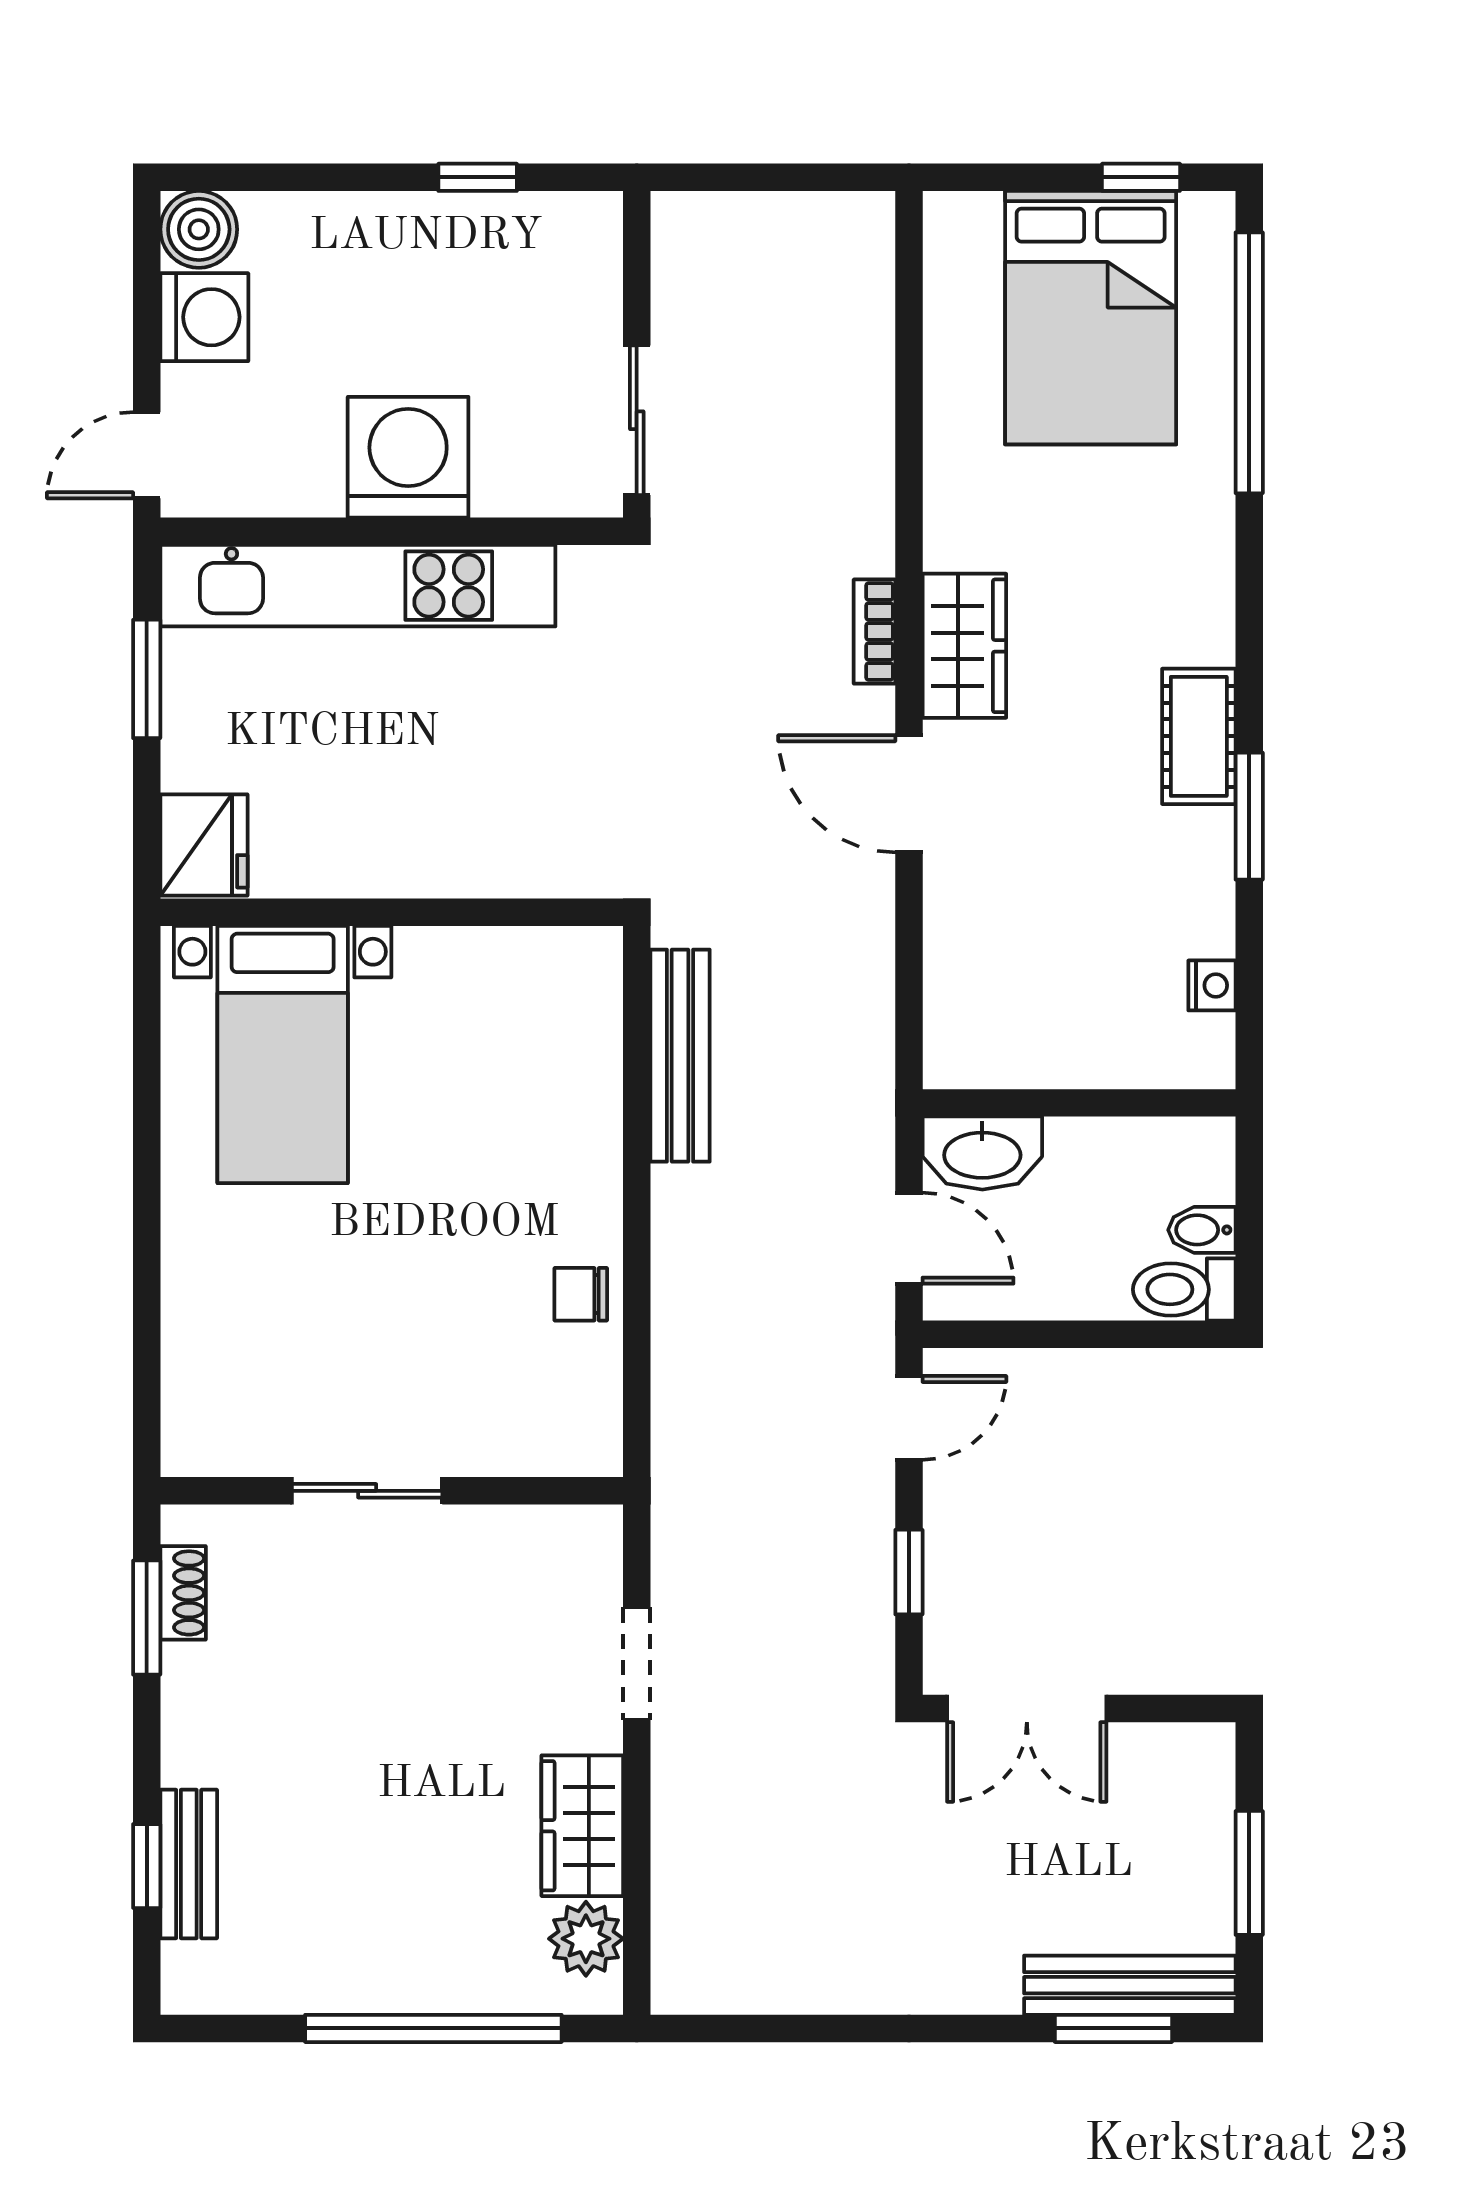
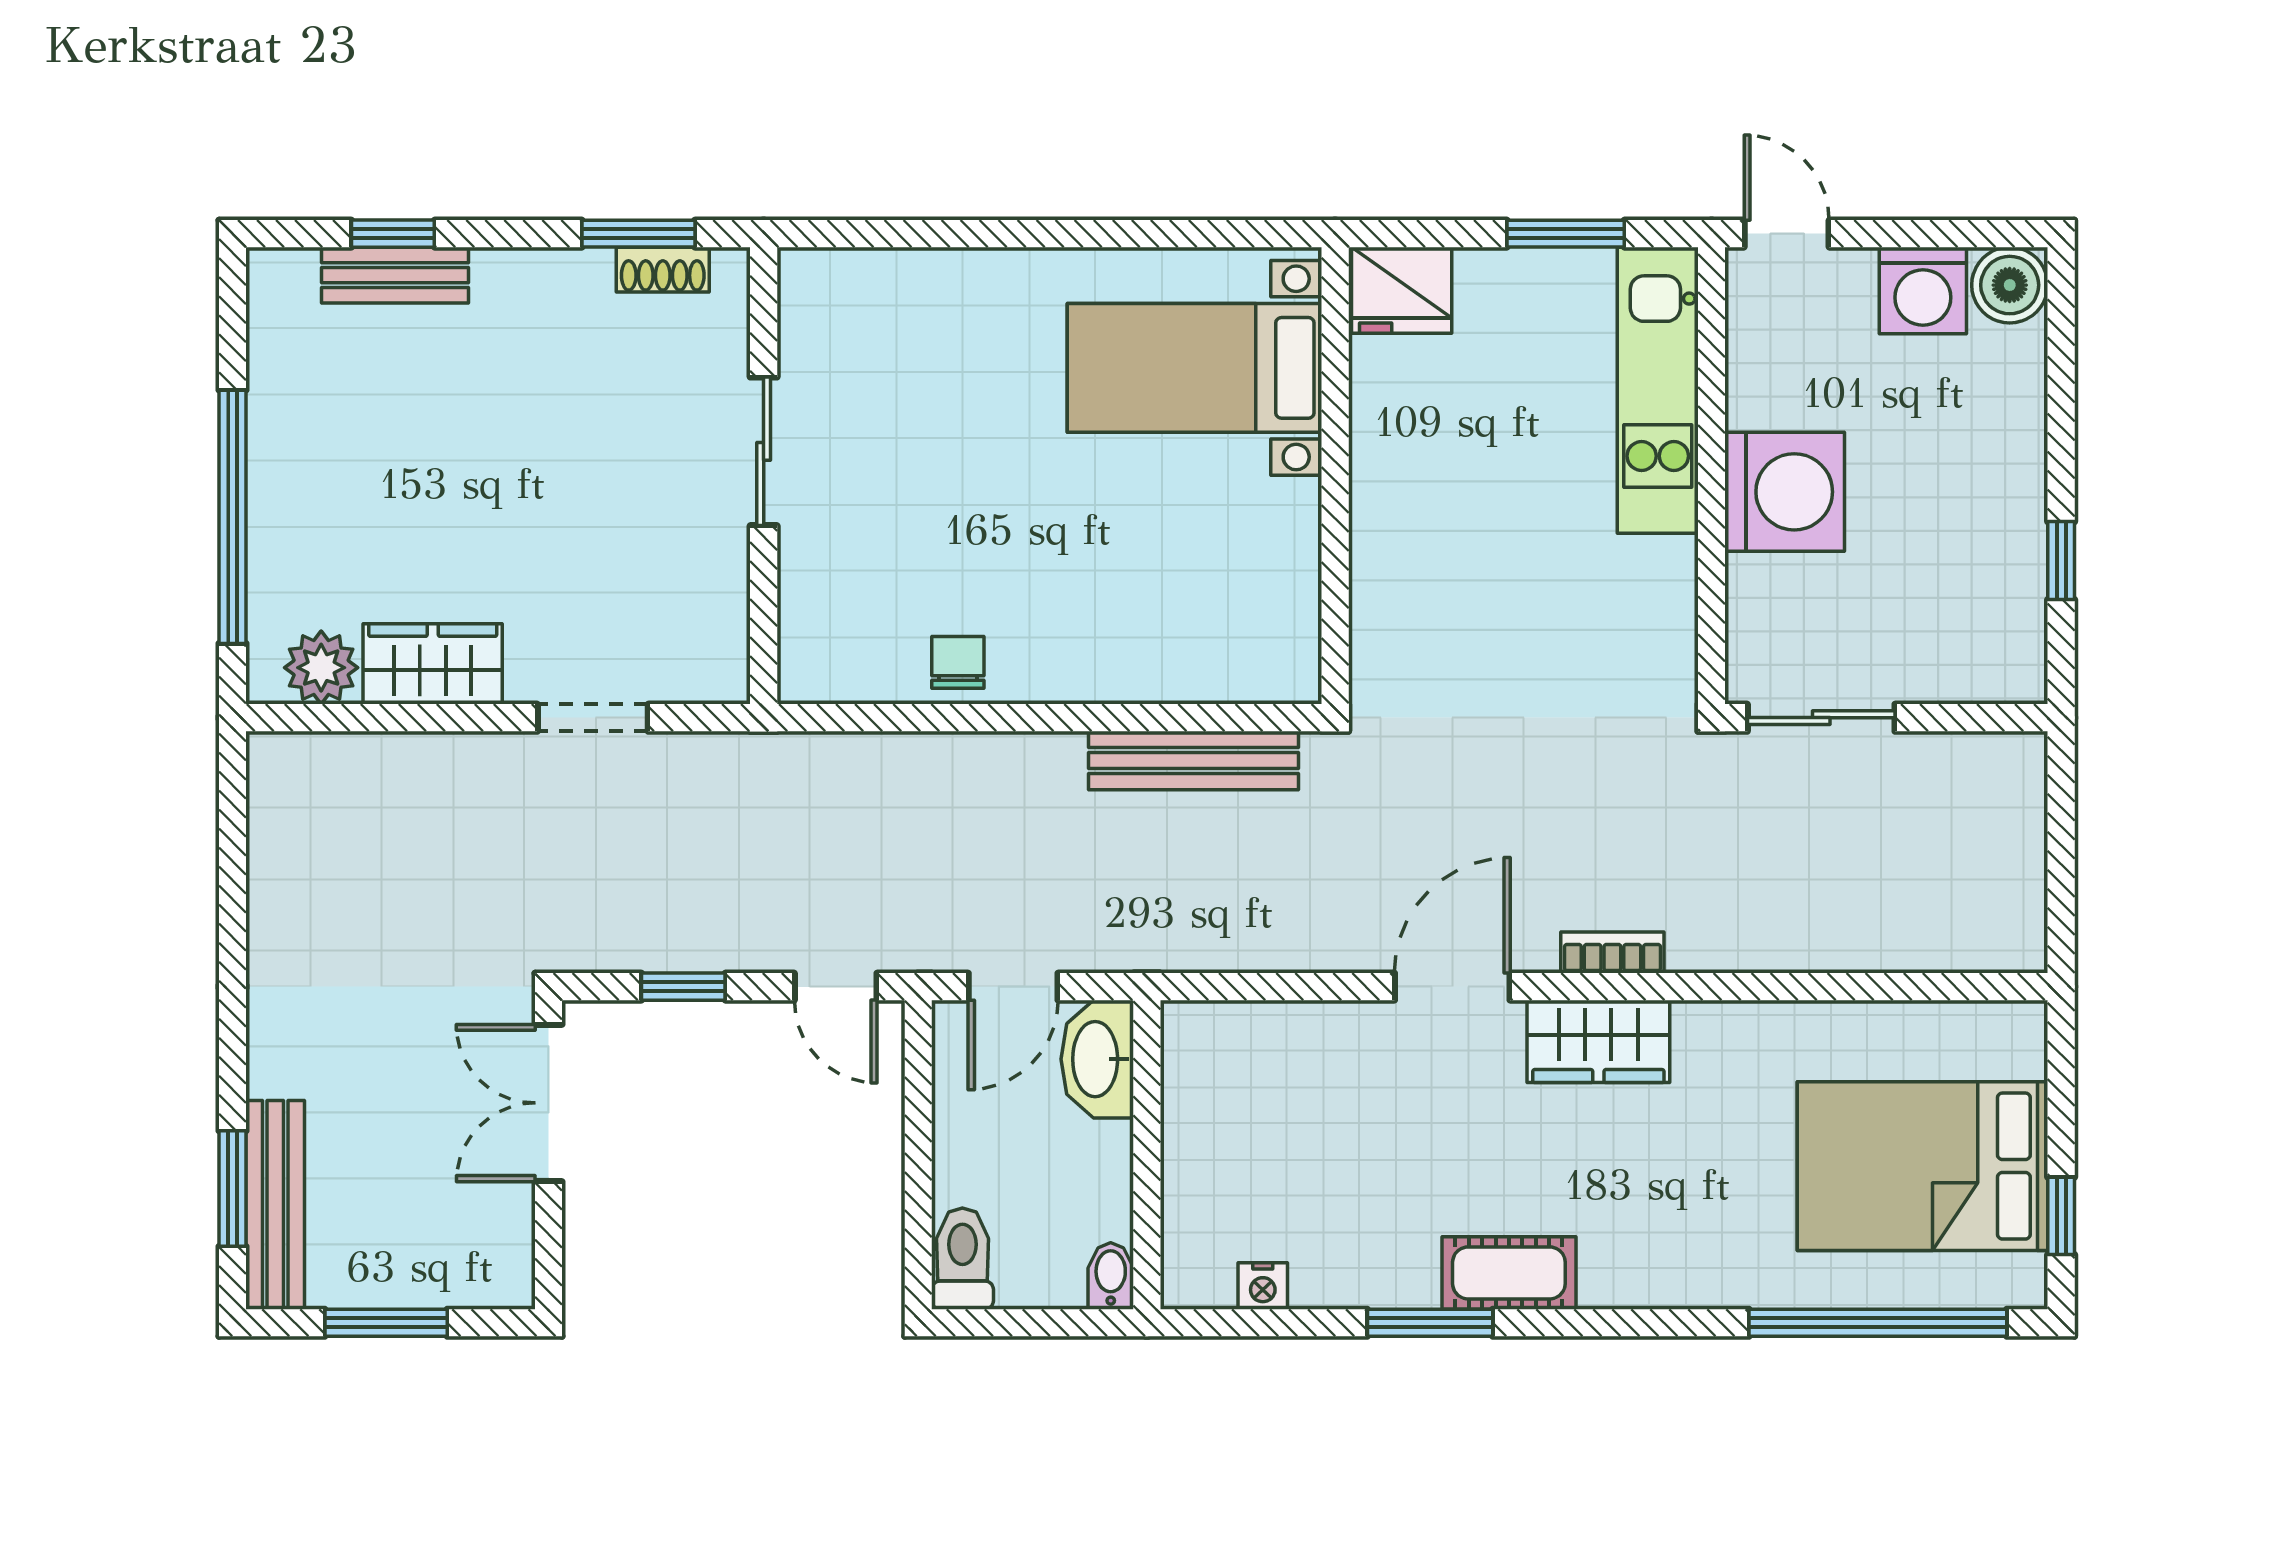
kitchen unit: (358, 586) -> (1658, 390), width x0.73
bidet: (1202, 1230) -> (1111, 1276), moved

